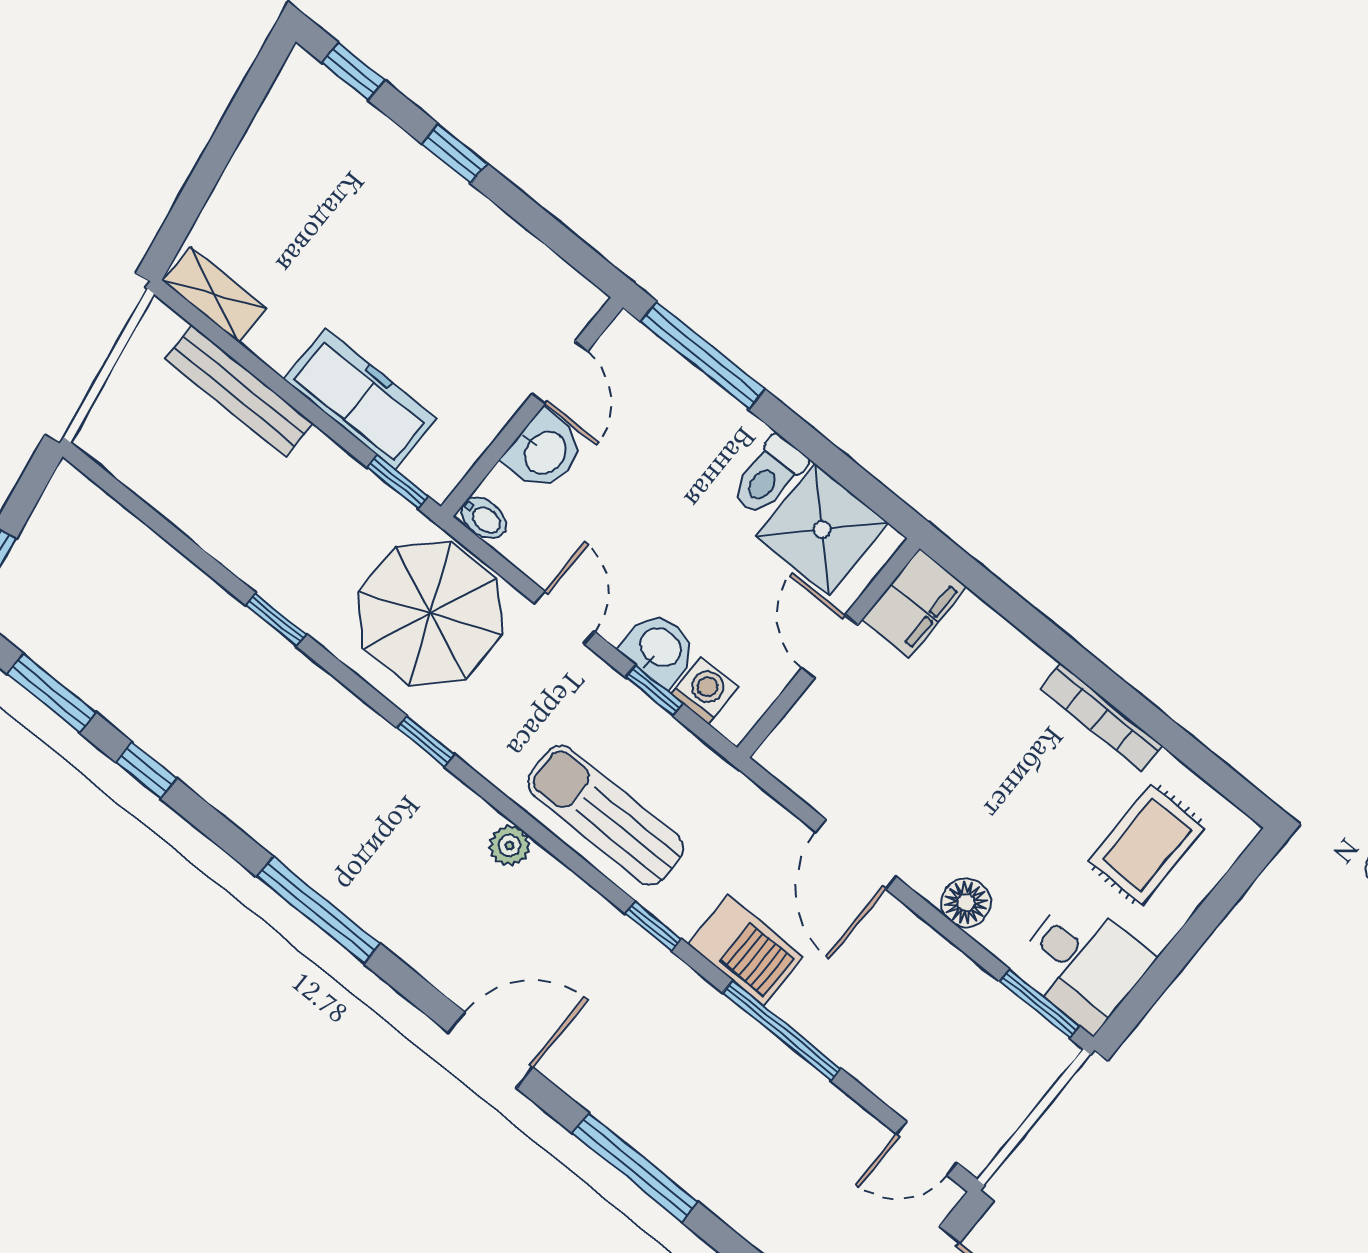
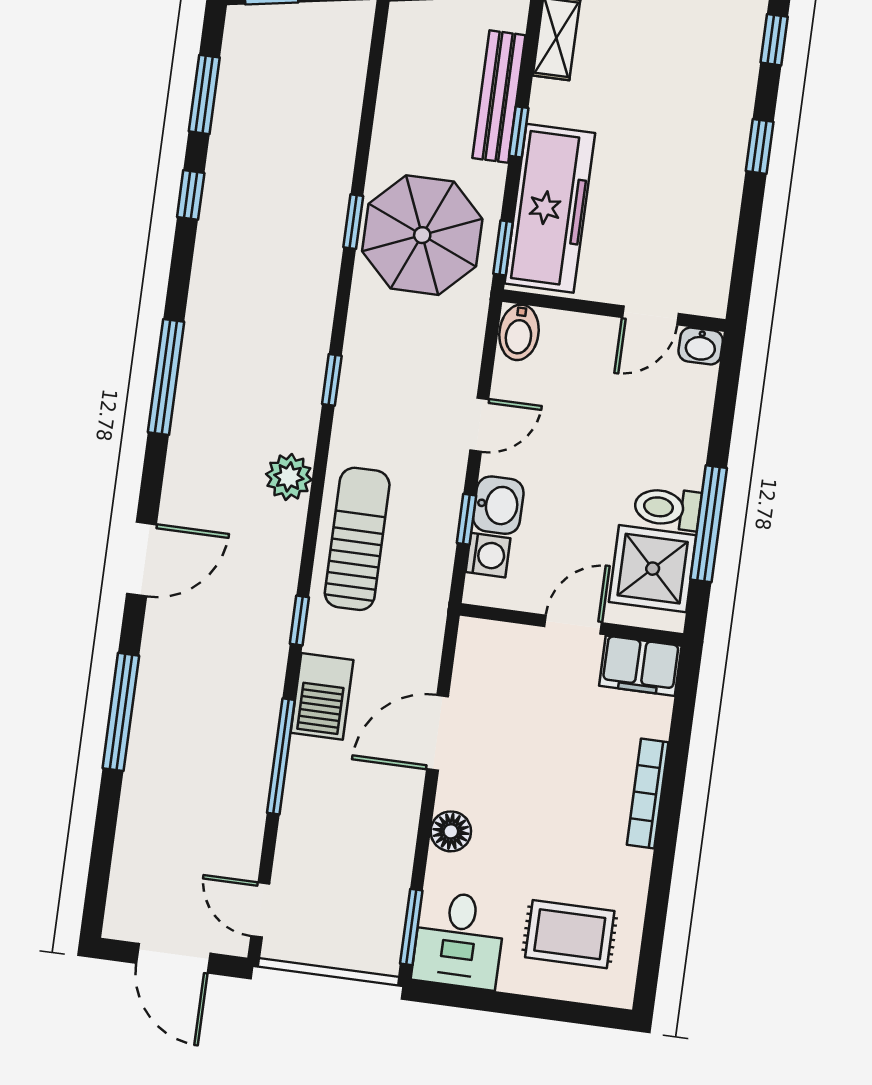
window: (703, 355) -> (709, 524), moved
window: (288, 393) -> (519, 132), added
freezer: (360, 399) -> (550, 208), width x1.36, depth x1.26
washbasin: (544, 452) -> (701, 346), moved, width x0.72, depth x0.69
bidet: (484, 518) -> (519, 332), width x1.38, depth x1.36
parasol: (430, 613) -> (422, 235), moved
bookcase: (1101, 717) -> (648, 794), moved
plant: (510, 845) -> (289, 477), width x1.38, depth x1.38
door: (491, 1050) -> (141, 559), hinge flipped

